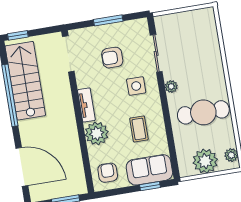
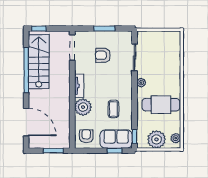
side table: (136, 86) -> (117, 78), removed
window: (174, 162) -> (134, 136), added

